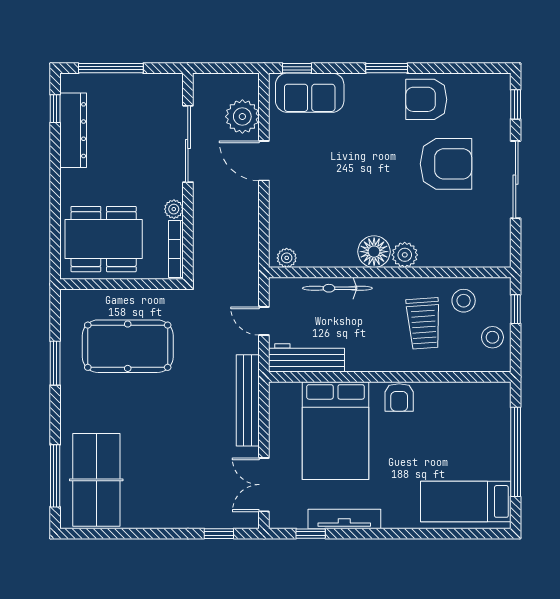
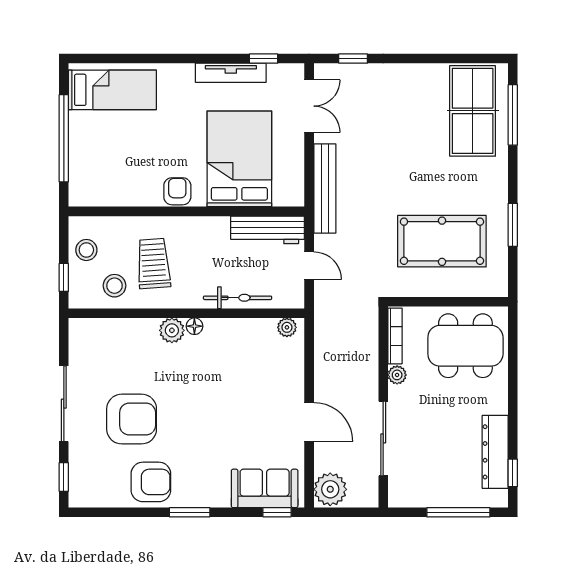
plant: (242, 117) -> (330, 489), moved
armchair: (446, 164) -> (132, 419), turned 180
floor lamp: (374, 252) -> (194, 326), width x0.53, depth x0.53

